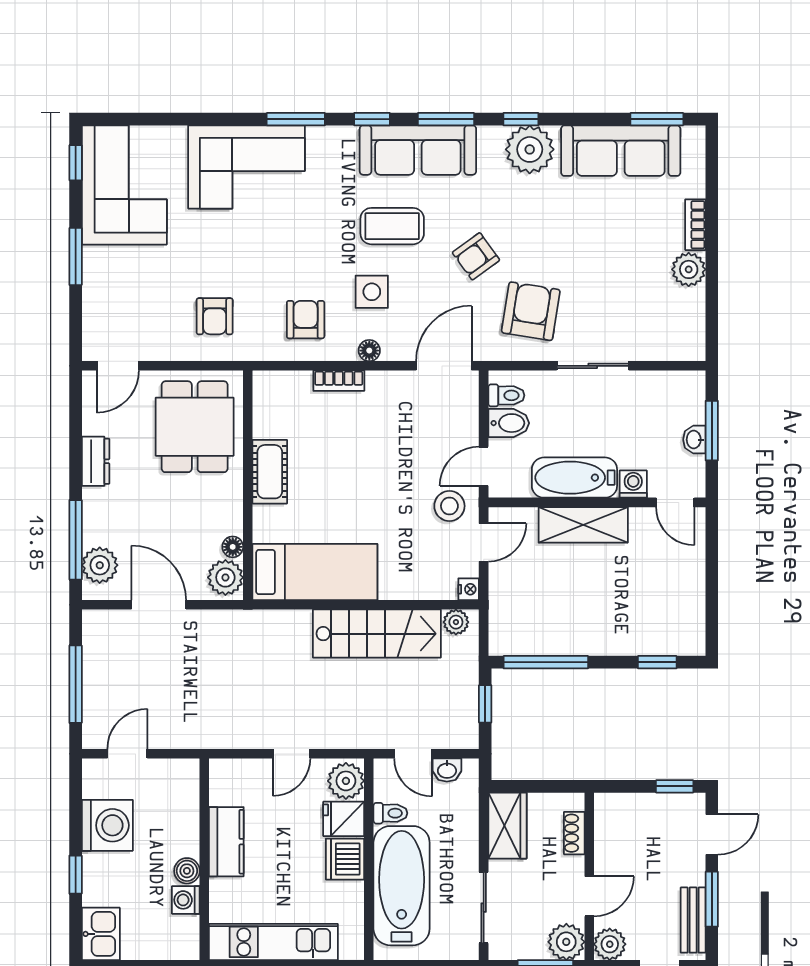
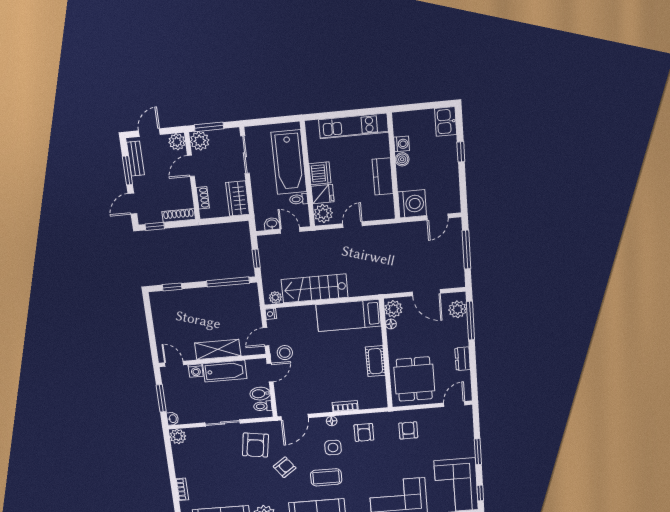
plant: (689, 269) -> (178, 436), moved
washbasin: (694, 440) -> (173, 419), moved
shoe rack: (625, 803) -> (179, 215), added
washing machine: (107, 825) -> (412, 204), moved, turned 180

